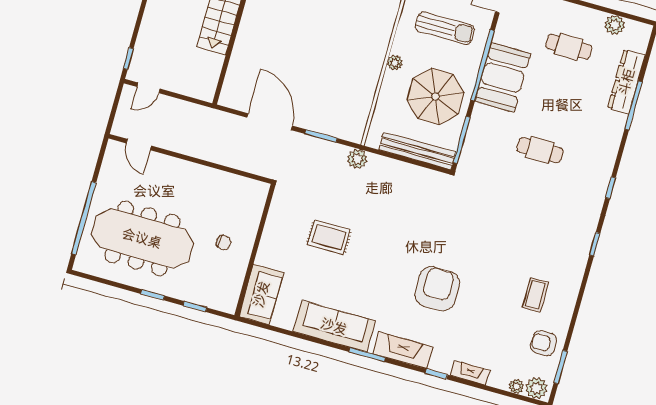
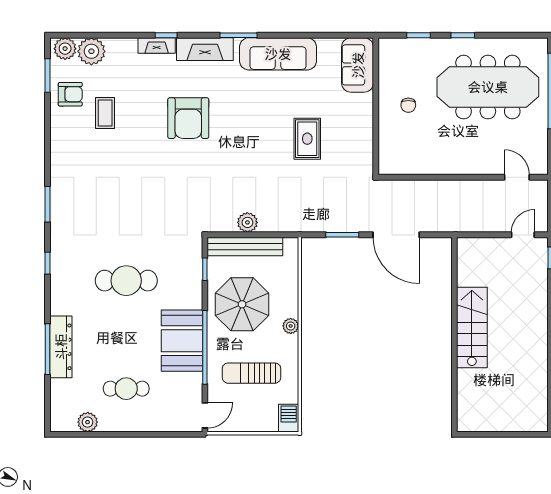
dresser: (626, 82) -> (61, 347), moved
window: (462, 140) -> (205, 269), width x0.46
cafe table: (540, 150) -> (126, 281), width x1.37, depth x1.35
plant: (357, 159) -> (247, 222), moved
rug: (329, 237) -> (307, 139), turned 90
chair: (223, 242) -> (408, 105), turned -99
window: (595, 244) -> (48, 204), width x1.50
coffee table: (535, 295) -> (105, 113), moved
fireplace: (470, 373) -> (157, 45), moved
plant: (516, 386) -> (91, 51), width x1.88, depth x1.88

